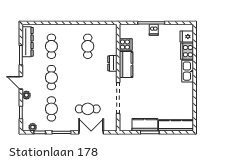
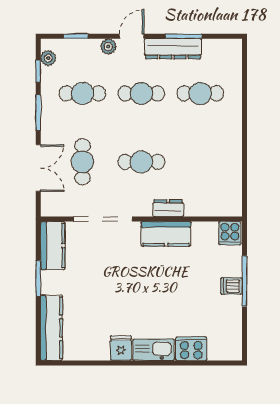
fridge: (187, 37) -> (121, 348), moved
dresser: (28, 42) -> (173, 49), moved
cooker: (126, 45) -> (230, 233), moved
cafe table: (88, 46) -> (141, 162), moved
kitchen counter: (145, 125) -> (53, 246), moved

